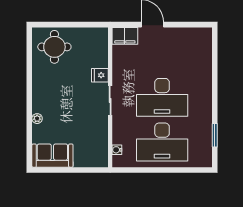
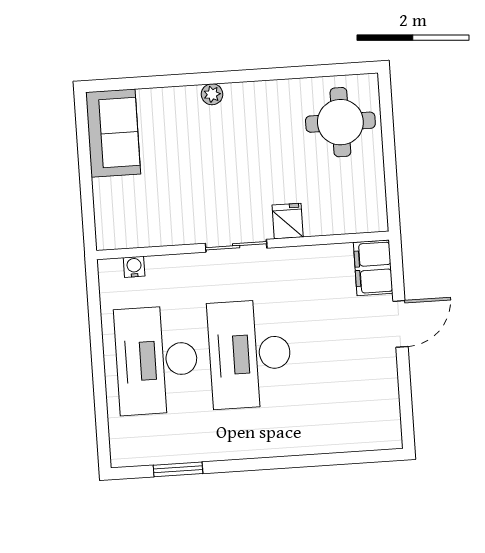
plant: (37, 119) -> (212, 94), moved

